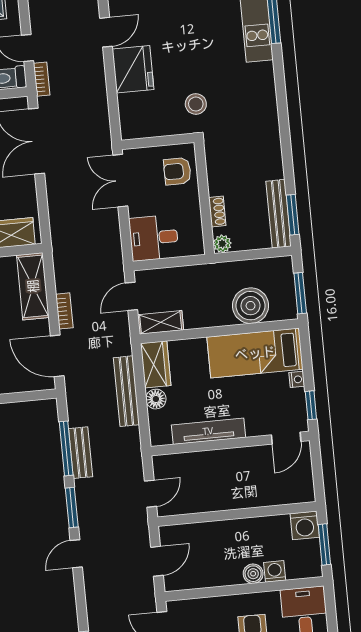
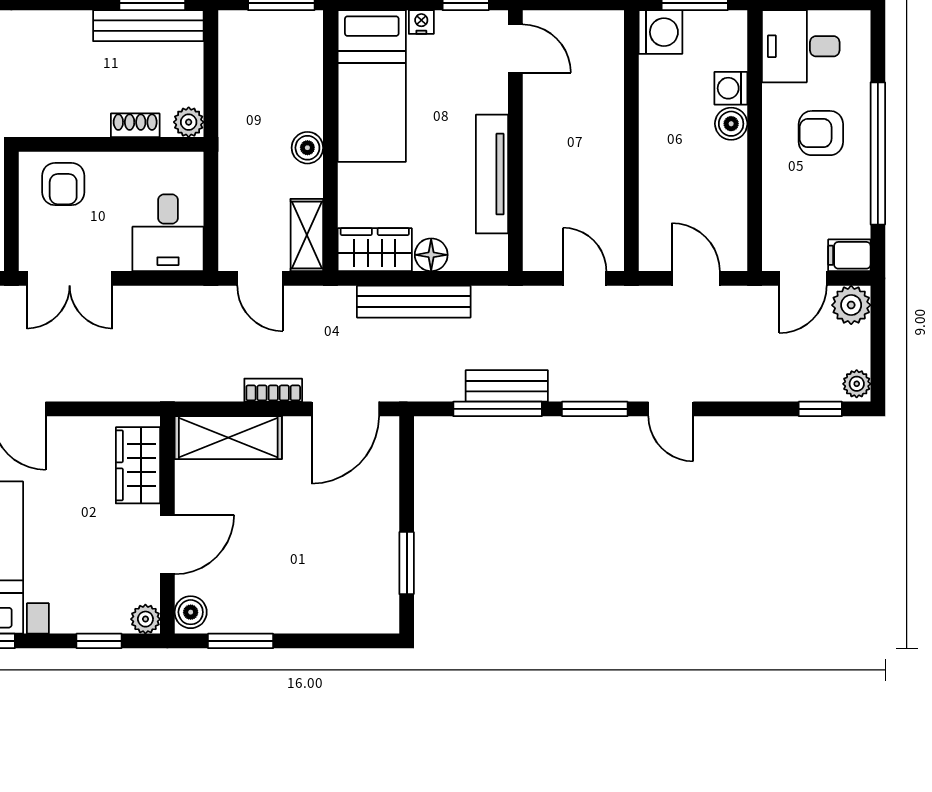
boiler: (251, 306) -> (307, 148), moved, width x0.54, depth x0.54

